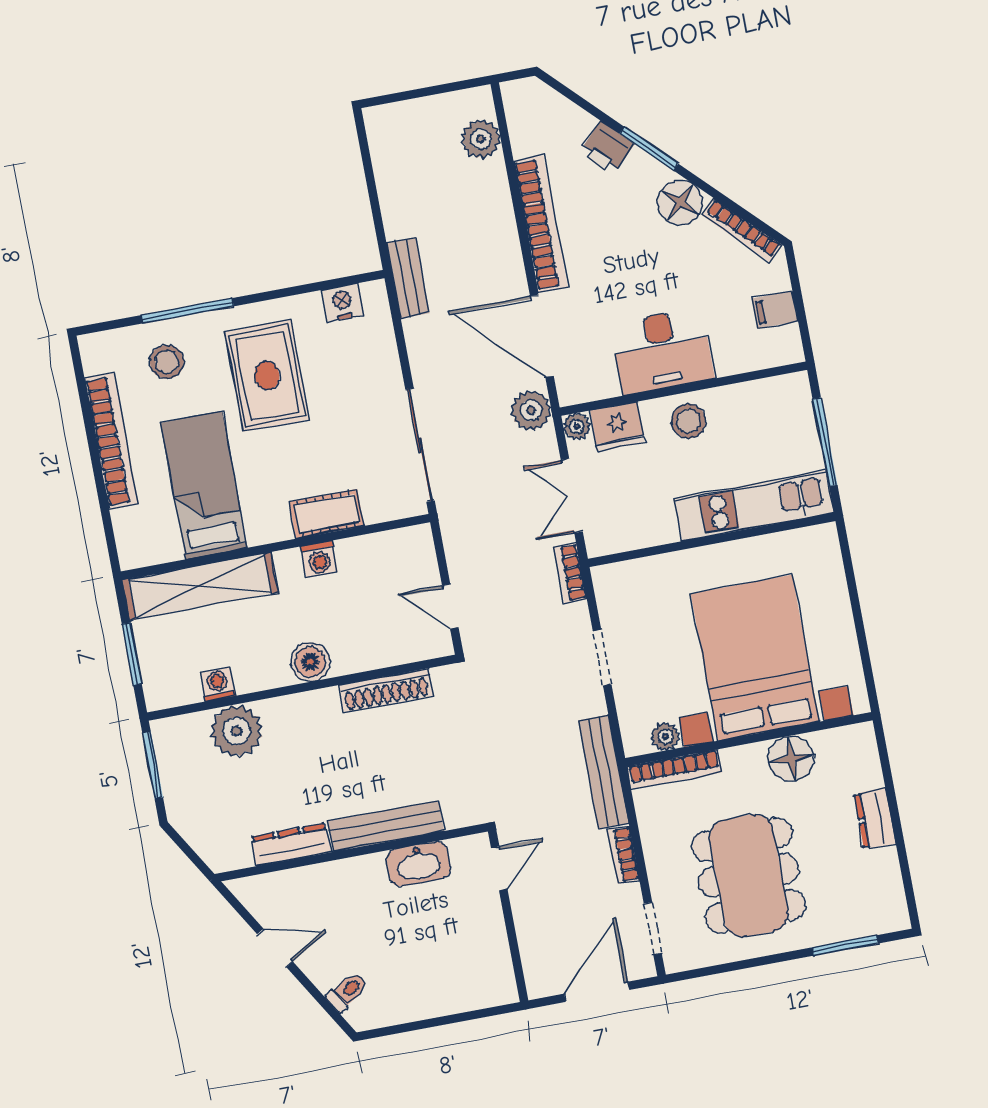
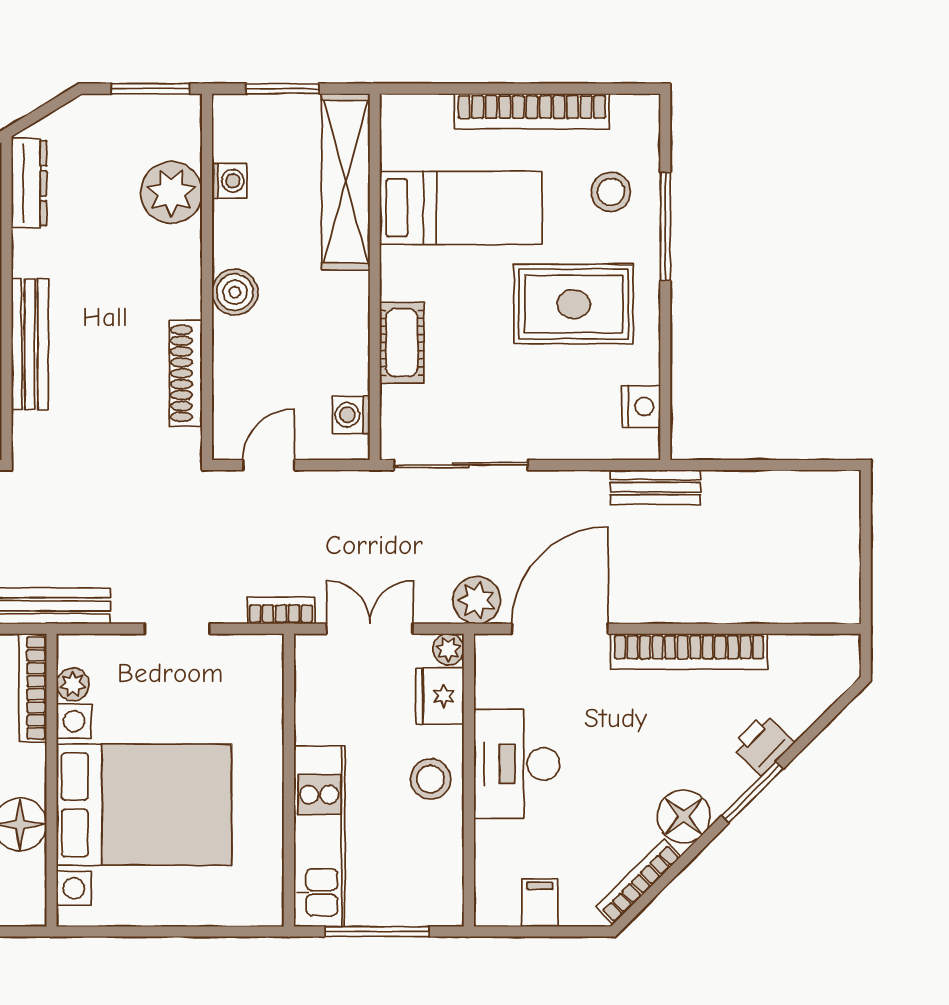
plant: (481, 139) -> (800, 601), removed
washing machine: (319, 559) -> (351, 415), moved
dresser: (291, 845) -> (29, 183), moved

